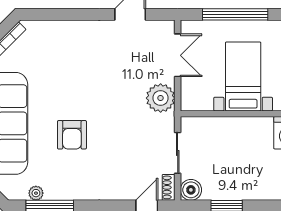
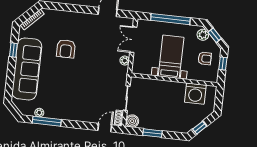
double door: (178, 55) -> (133, 40), swing flipped
plant: (161, 98) -> (125, 61), width x0.53, depth x0.53
armchair: (72, 135) -> (66, 49), moved

